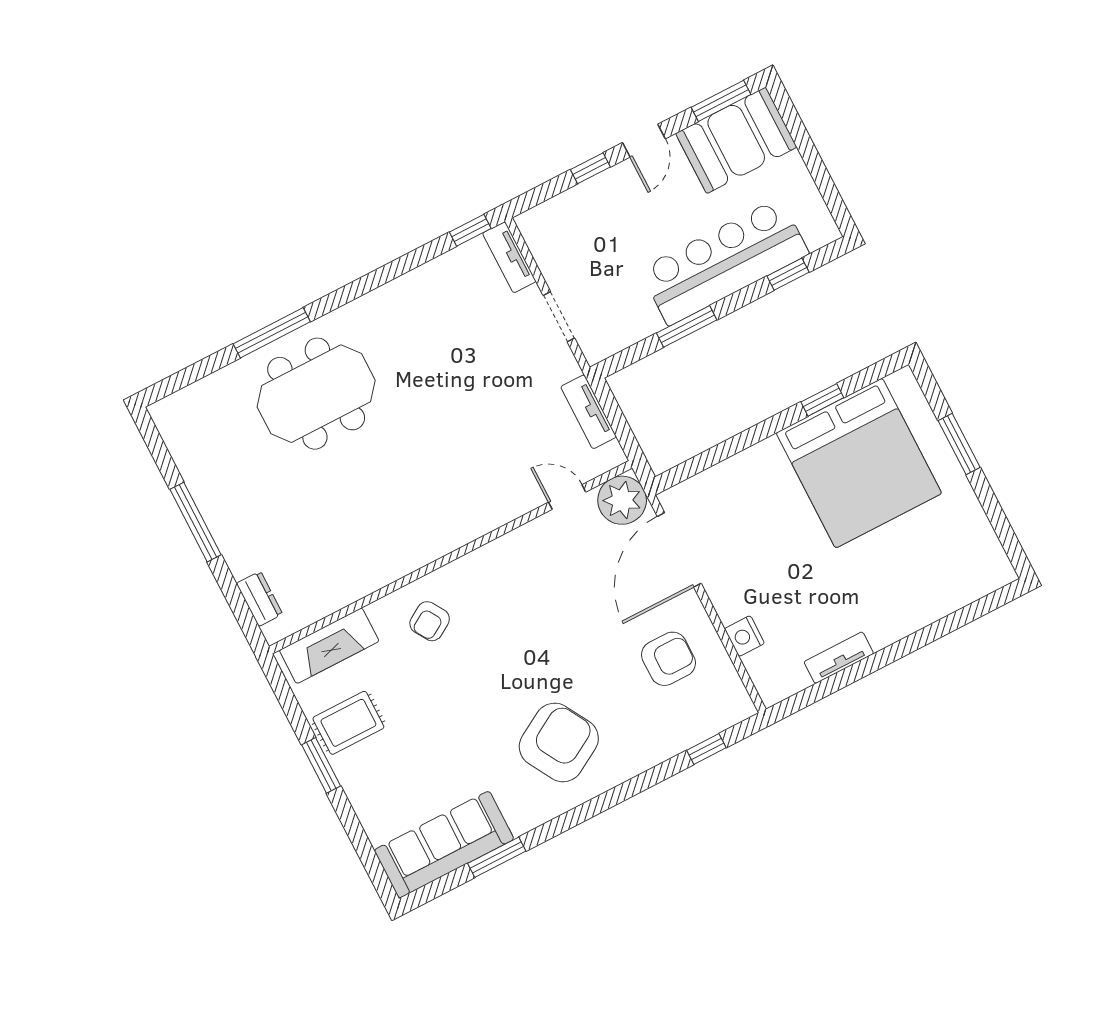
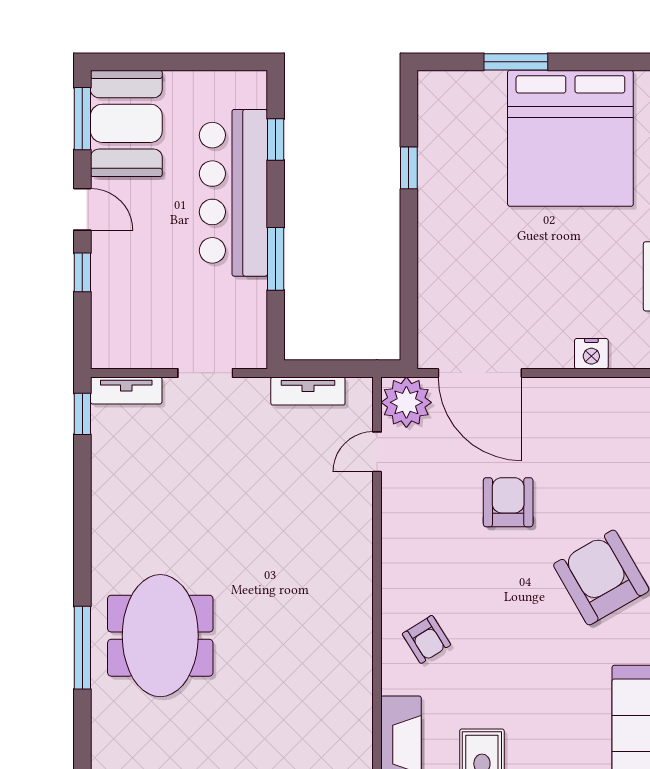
bed: (859, 463) -> (570, 138), moved, turned 90
armchair: (668, 659) -> (508, 502), moved

